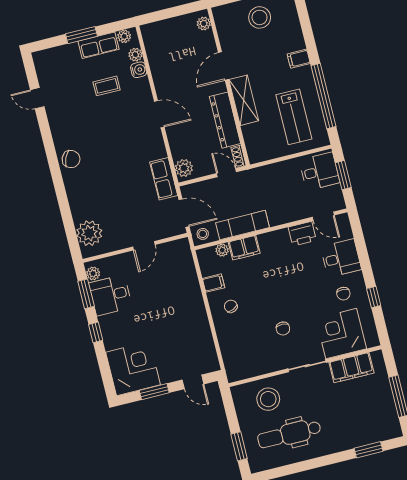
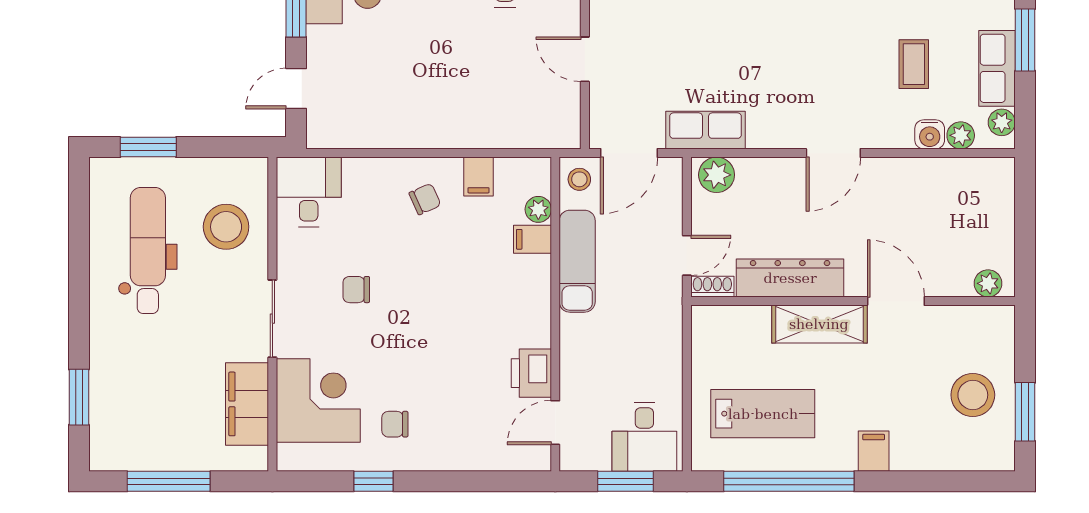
lab bench: (294, 117) -> (763, 414), turned 180
filing cabinet: (244, 248) -> (532, 239), width x0.50
desk: (341, 258) -> (309, 192), moved, turned 180

